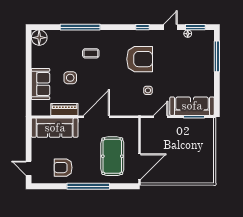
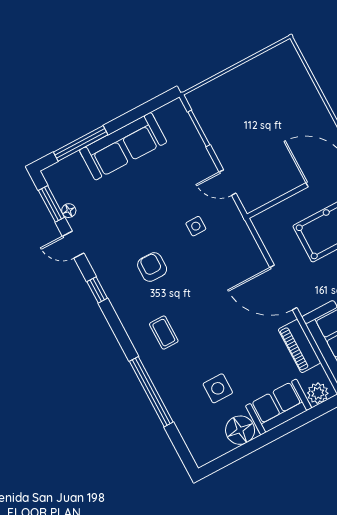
floor lamp: (39, 38) -> (240, 430), moved
coffee table: (91, 53) -> (164, 333), moved
armchair: (140, 59) -> (152, 267), width x0.53, depth x0.53
side table: (70, 78) -> (218, 388), moved
plant: (37, 106) -> (318, 393), added
sofa: (192, 106) -> (123, 146), moved, turned -90

